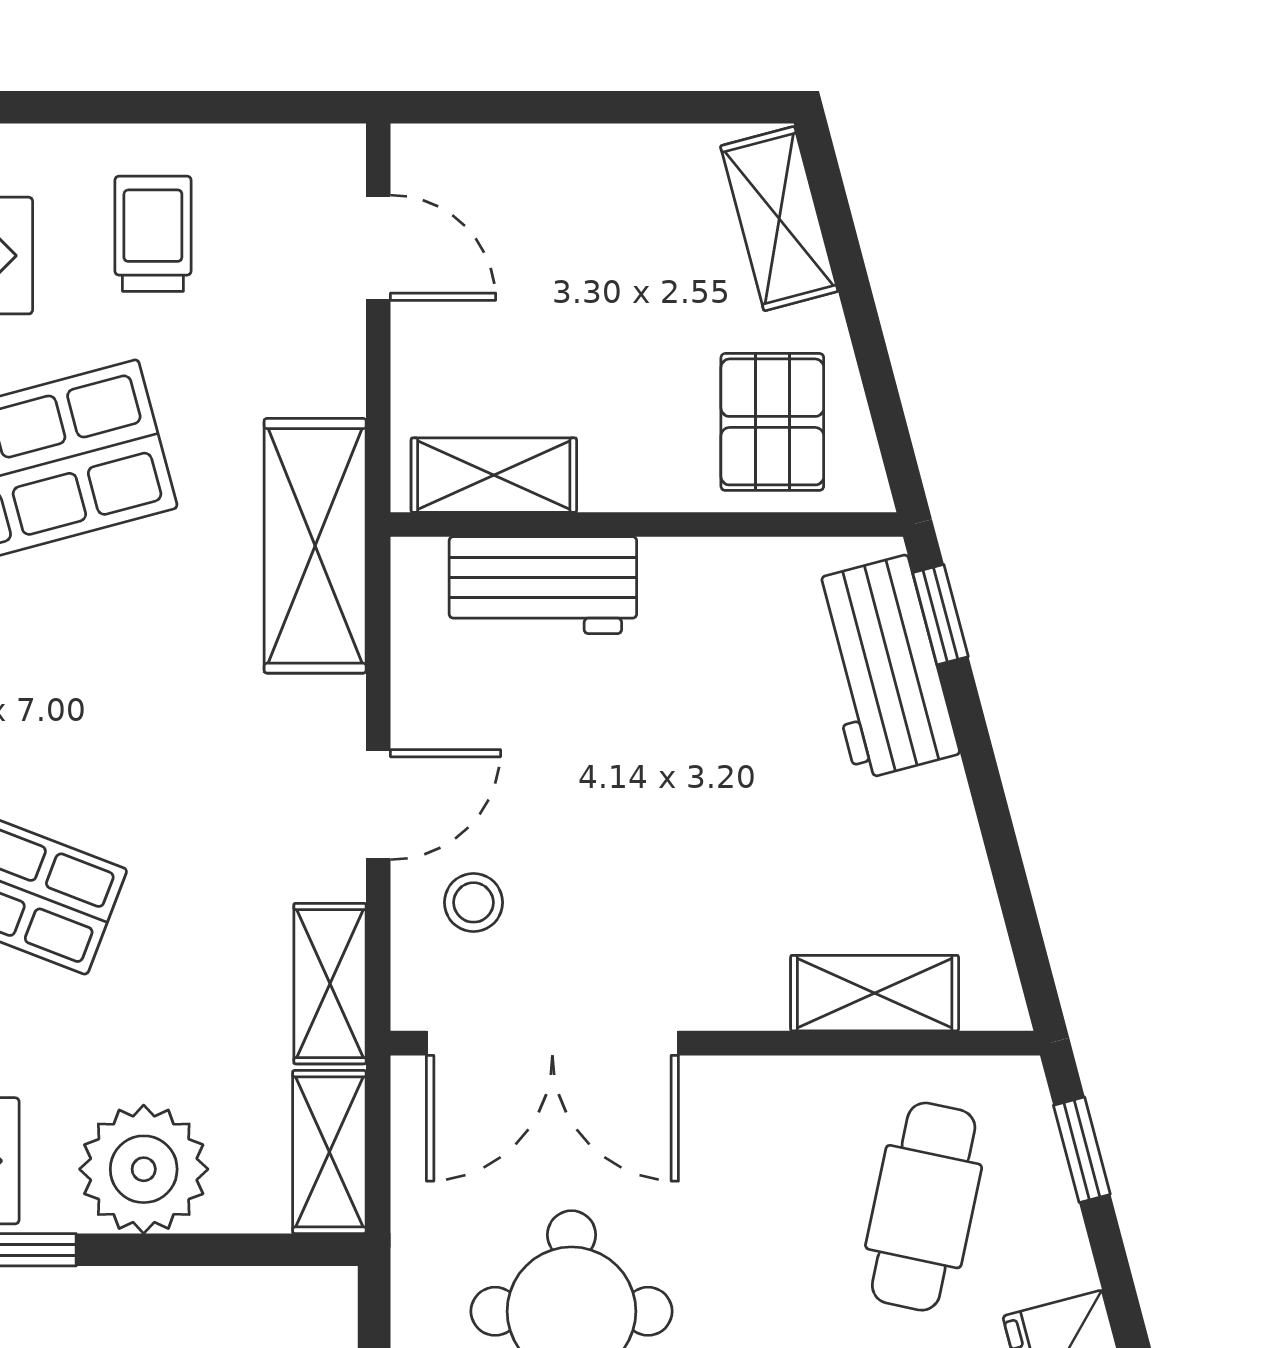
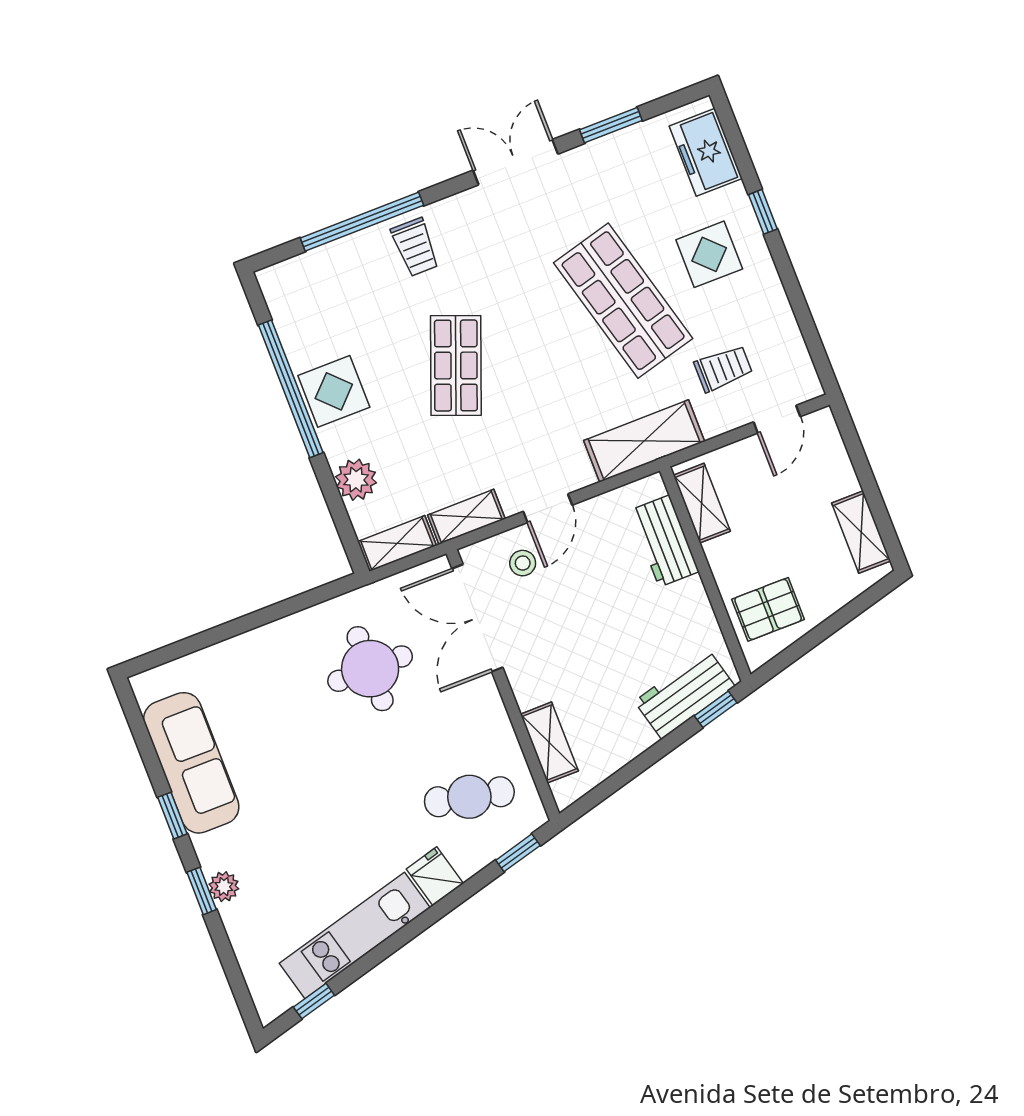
shelving: (779, 219) -> (861, 532), moved, turned -75
trolley: (153, 234) -> (723, 368), moved
door: (378, 805) -> (548, 508), hinge flipped
plant: (144, 1169) -> (356, 480), width x0.73, depth x0.73

